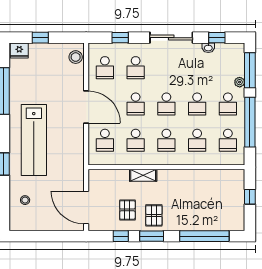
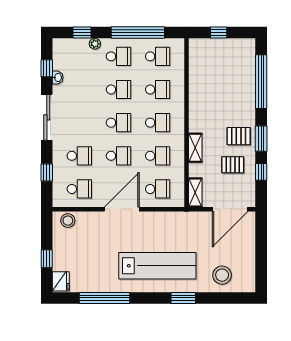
window: (250, 70) -> (82, 33), width x0.46
shelving: (102, 175) -> (195, 193), added
stool: (25, 200) -> (222, 275), width x1.89, depth x1.89

